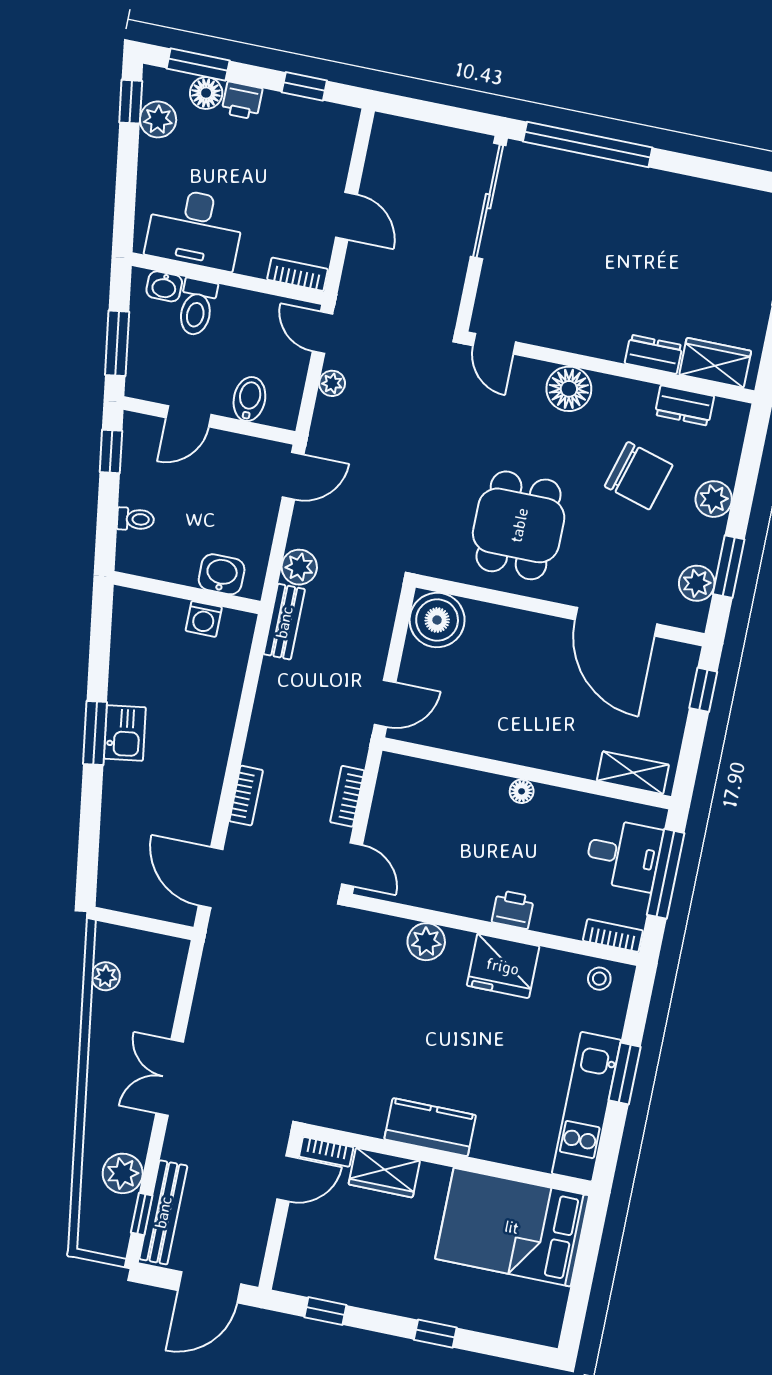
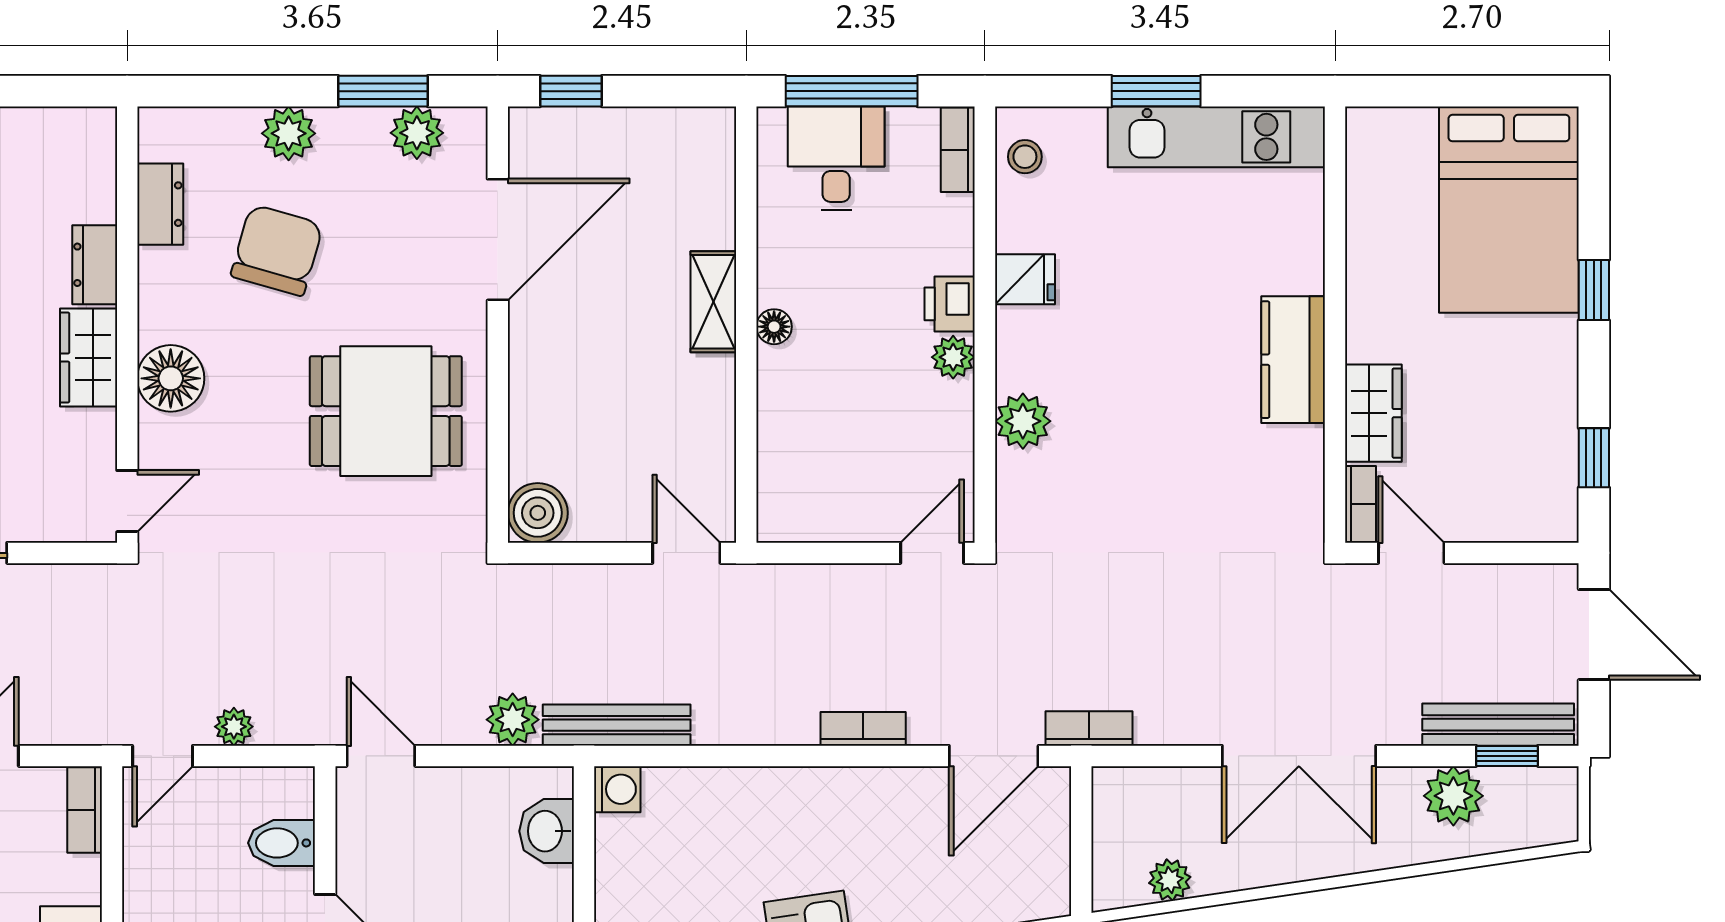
wardrobe: (715, 363) -> (89, 358), moved
washing machine: (204, 619) -> (617, 789), moved
boiler: (437, 620) -> (538, 513), width x0.73, depth x0.73
bench: (284, 622) -> (617, 725), width x1.36
shelving: (633, 773) -> (713, 302), moved
bookcase: (347, 796) -> (1089, 728), moved, turned 180
plant: (478, 905) -> (953, 357), added
fridge: (503, 966) -> (1025, 279), width x0.53, depth x0.75
double door: (170, 1078) -> (1299, 756), width x1.37
bed: (512, 1227) -> (1509, 210), moved

